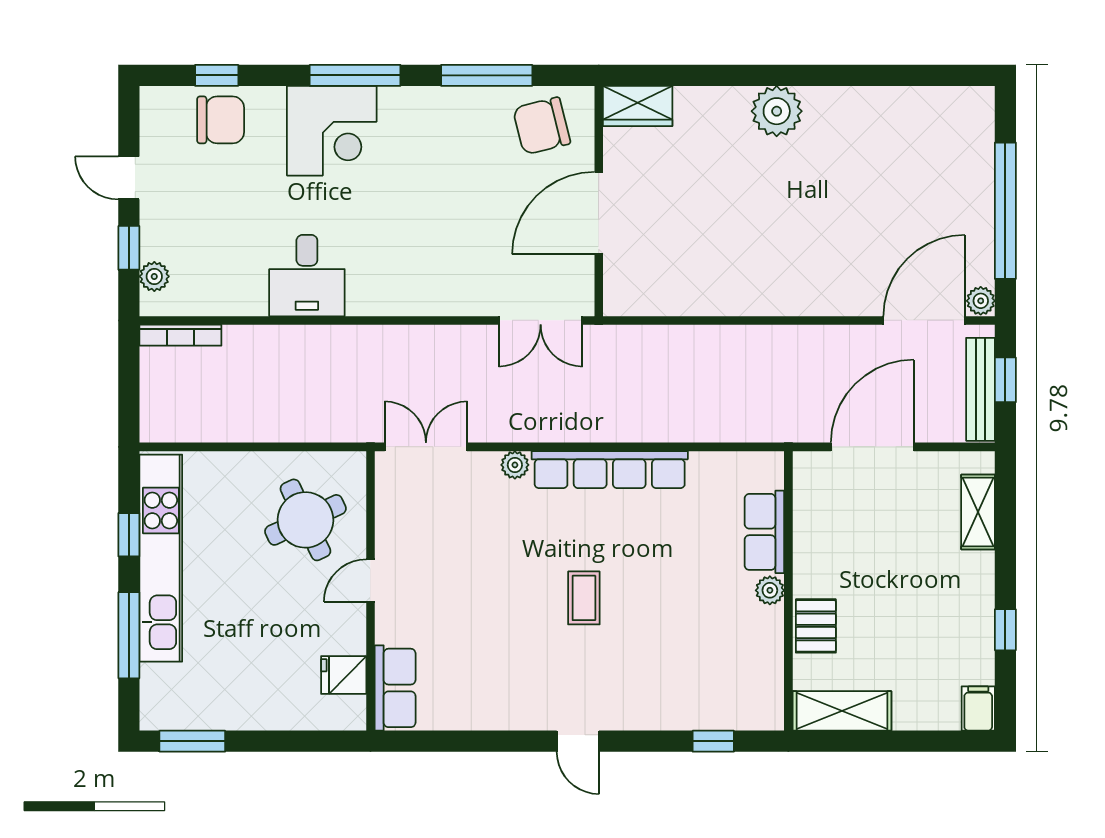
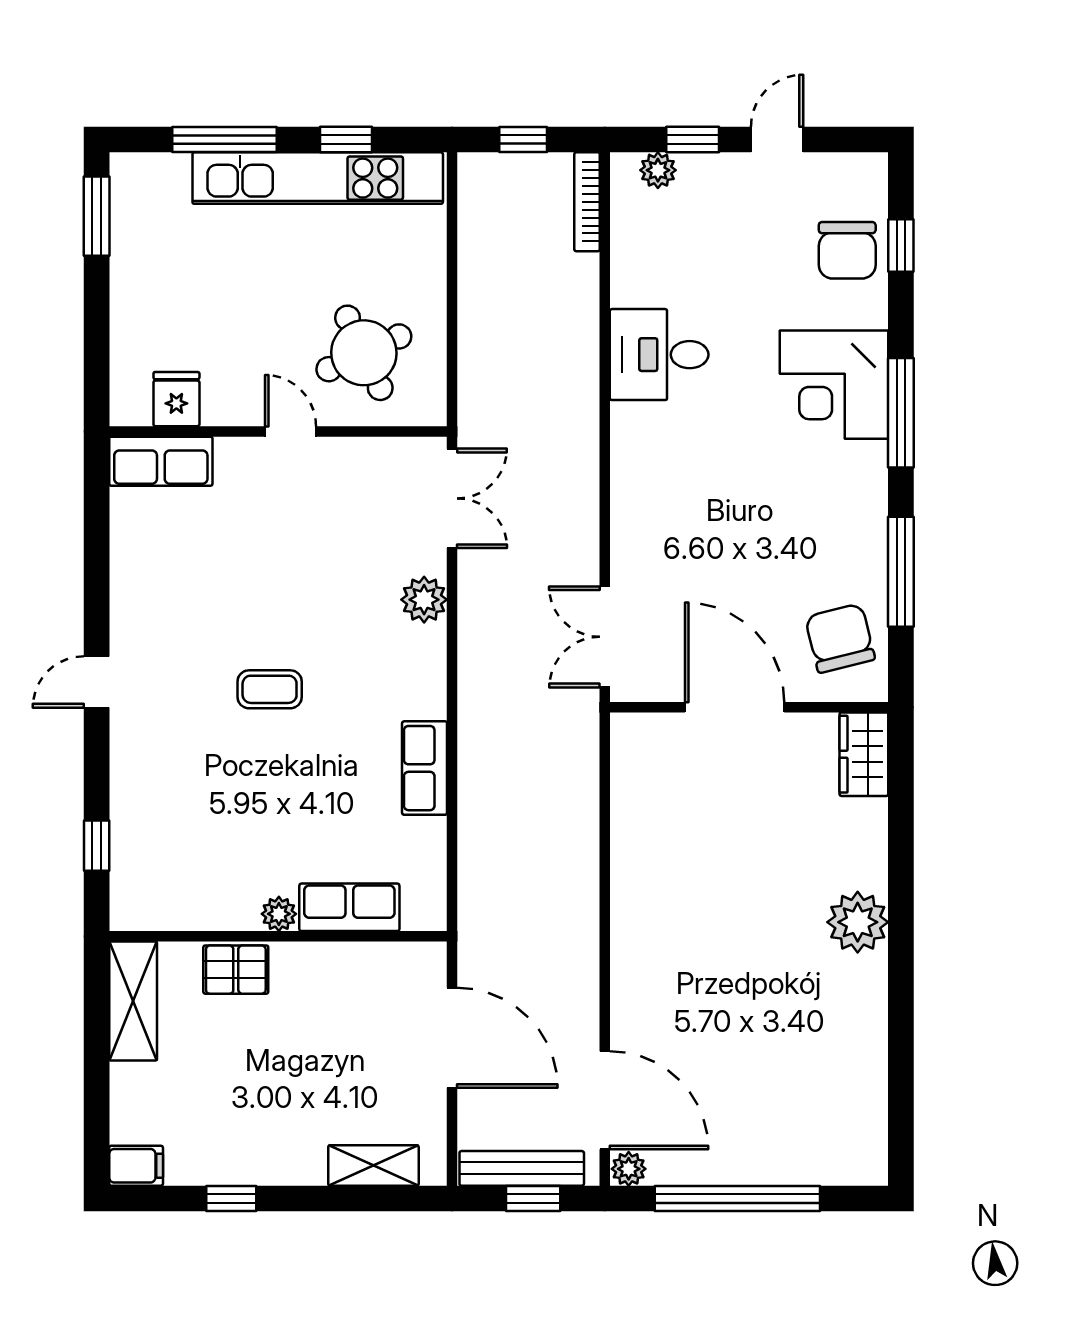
window: (129, 388) -> (523, 140), added
plant: (515, 465) -> (424, 600), width x1.38, depth x1.38
row of seats: (610, 470) -> (425, 768), width x0.50

